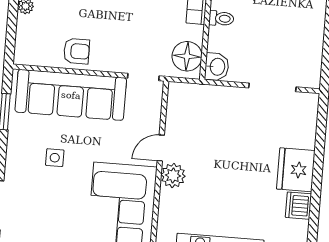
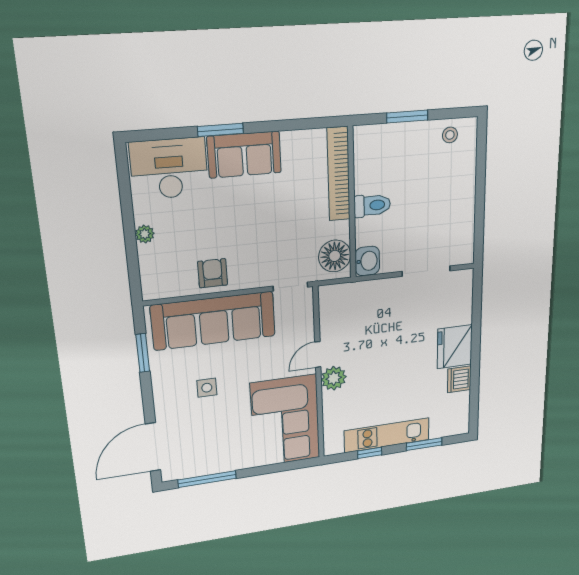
toilet: (221, 18) -> (372, 205), width x1.37, depth x1.39
armchair: (77, 51) -> (213, 273), turned -90

